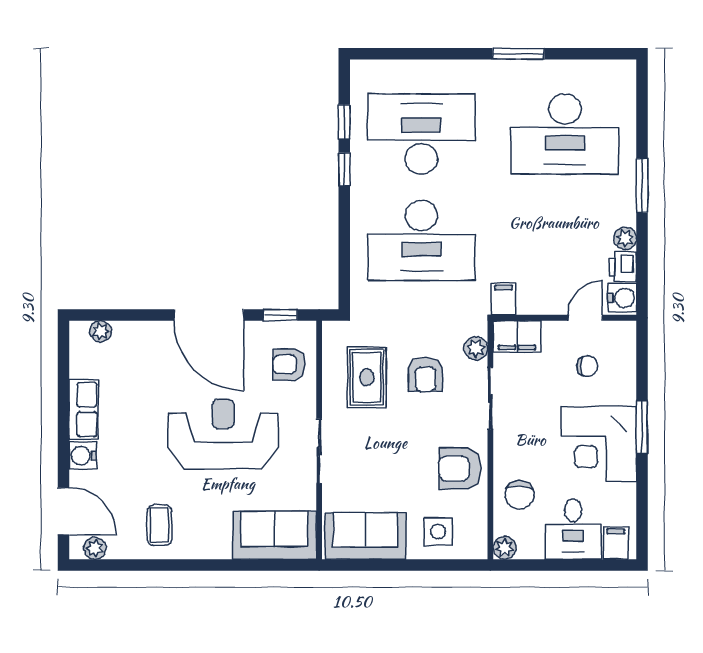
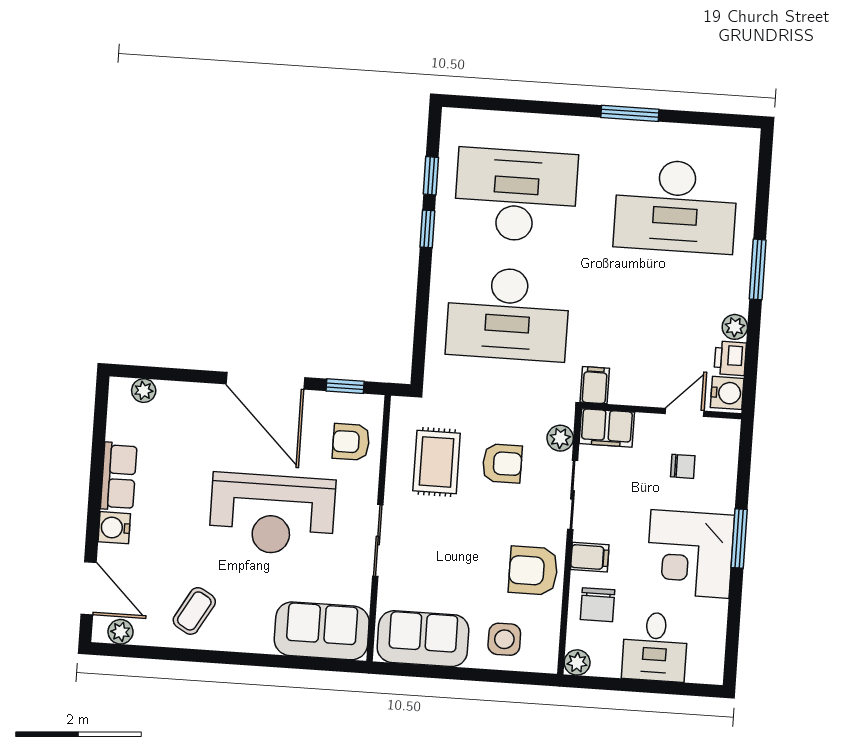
armchair: (426, 374) -> (502, 463), turned -90
reception desk: (223, 434) -> (272, 514), turned 180
coffee table: (159, 525) -> (194, 611), turned 30
filing cabinet: (616, 543) -> (590, 557), moved, turned 90

